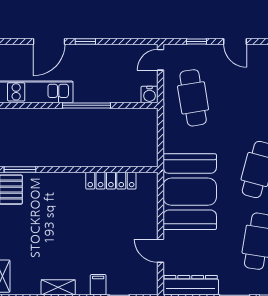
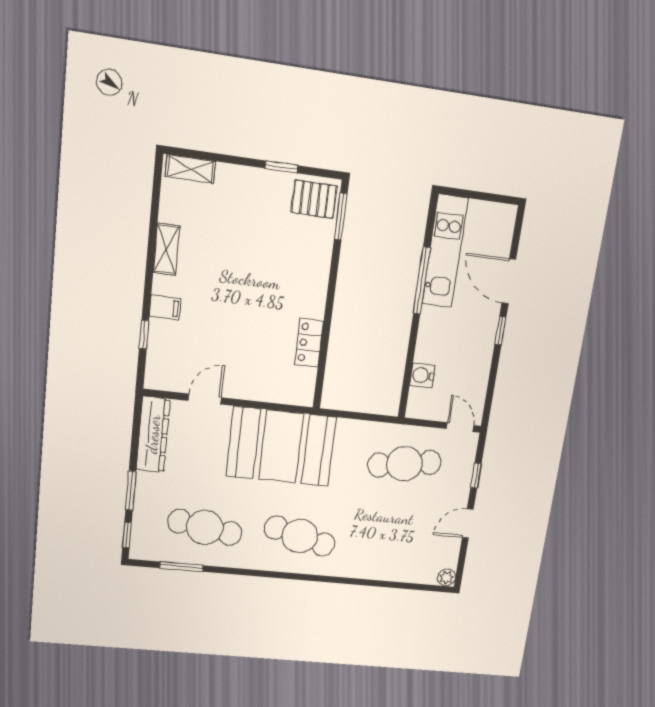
water cooler: (149, 94) -> (422, 375), moved
window: (86, 105) -> (422, 281), moved
locker: (111, 181) -> (309, 343), width x0.66

